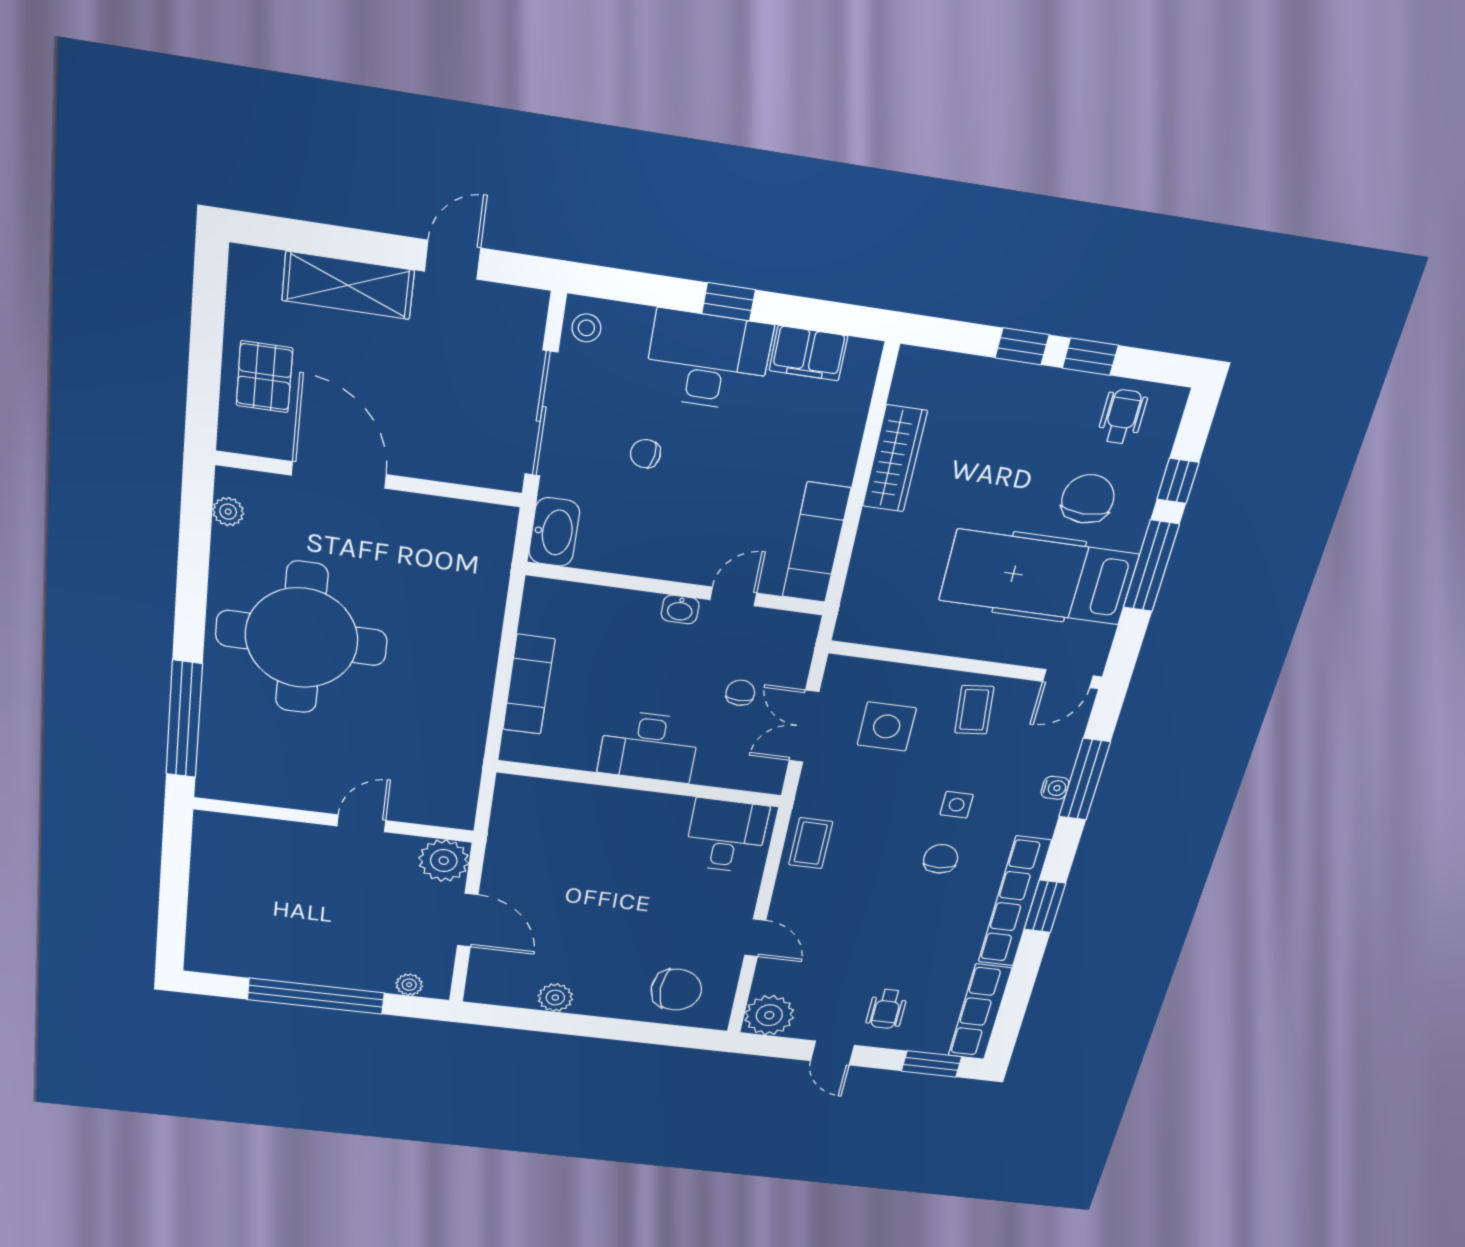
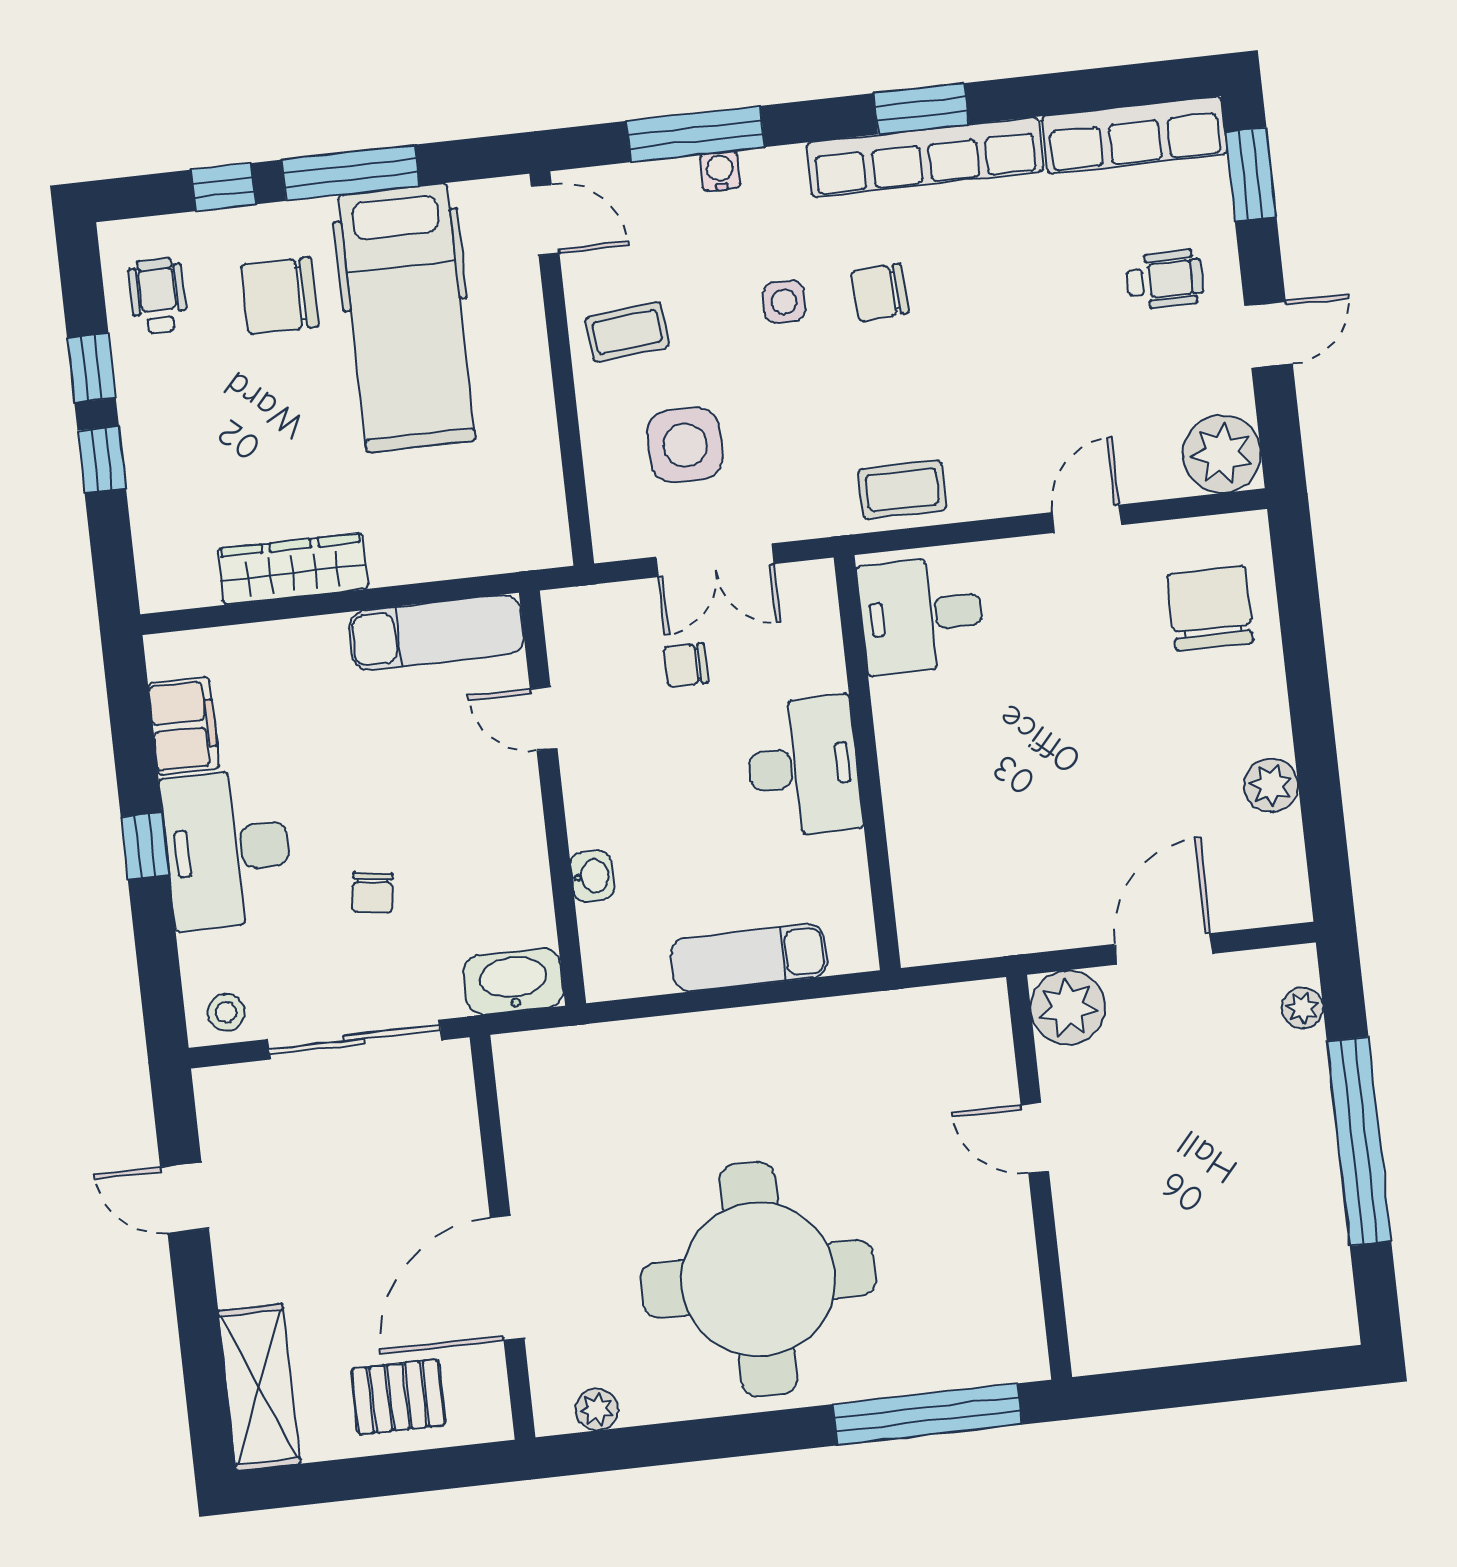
shelving: (348, 285) -> (259, 1387), moved
wheelchair: (1122, 417) -> (158, 296), turned 90
washbasin: (680, 609) -> (592, 876), moved

